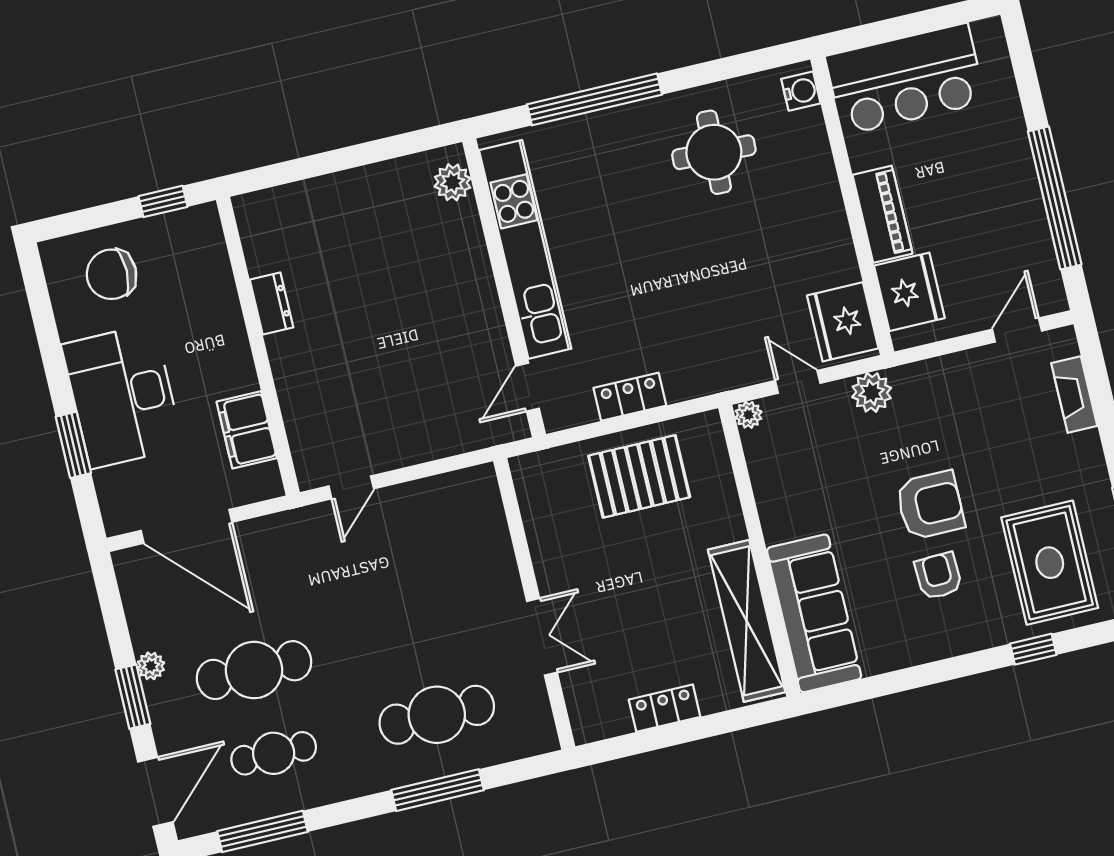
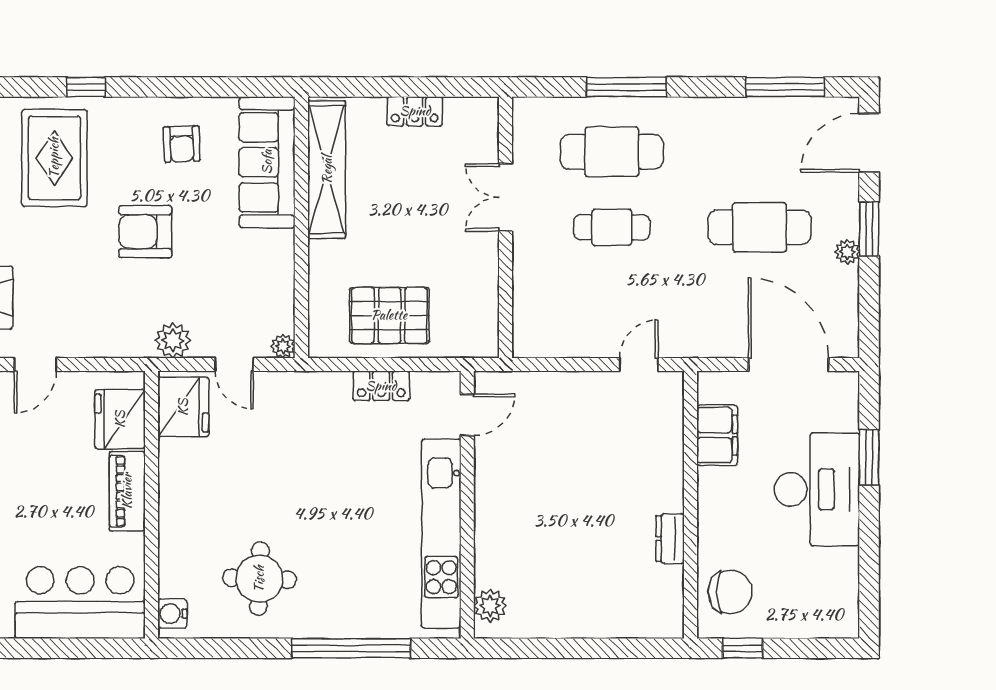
chair: (112, 274) -> (730, 592), moved
armchair: (938, 576) -> (182, 144), moved
cafe table: (274, 753) -> (612, 227), moved

